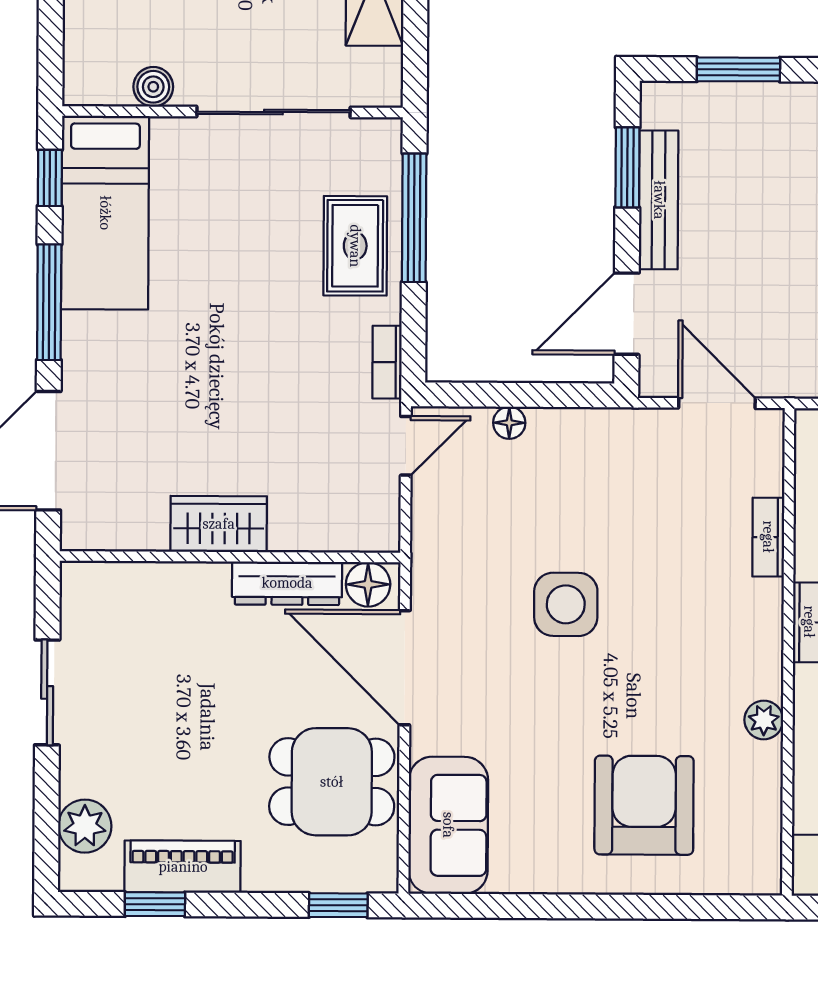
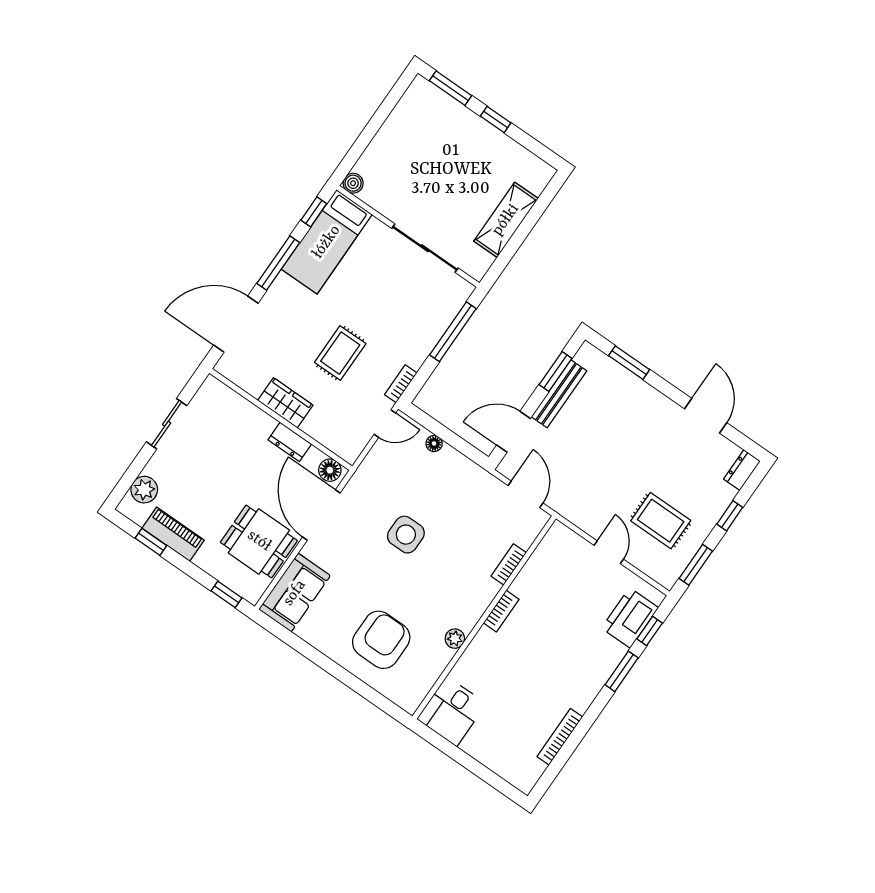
boiler: (153, 87) -> (353, 183), moved
rug: (355, 246) -> (340, 353), moved
dresser: (287, 583) -> (290, 442), width x0.70

